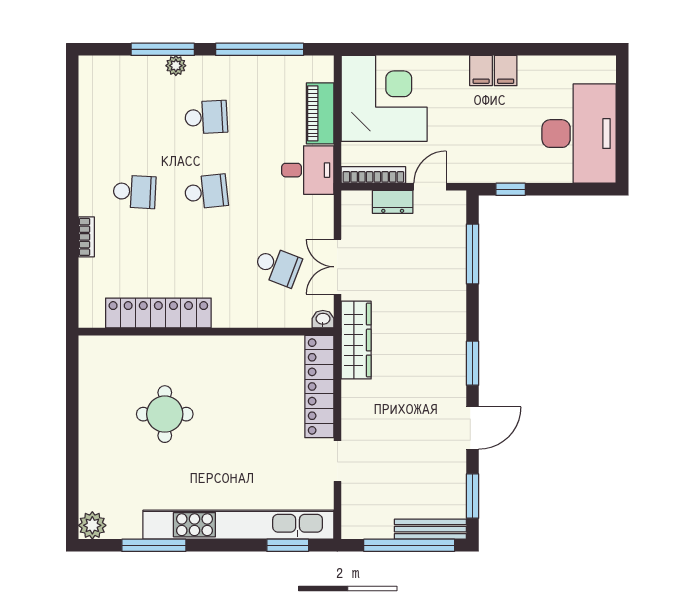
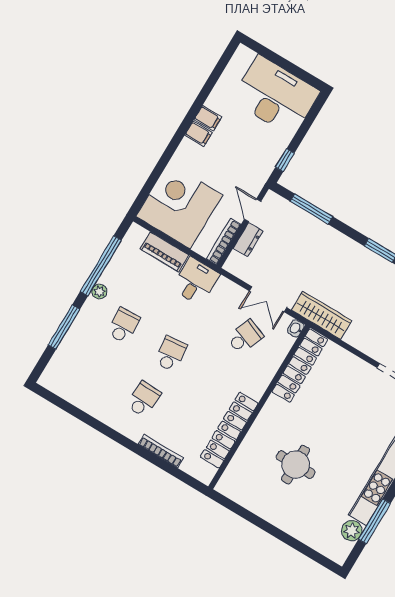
plant: (176, 66) -> (99, 292), moved
bookcase: (86, 237) -> (161, 451), width x1.56
locker: (319, 387) -> (300, 366), moved, turned -90
plant: (92, 525) -> (352, 531), moved

